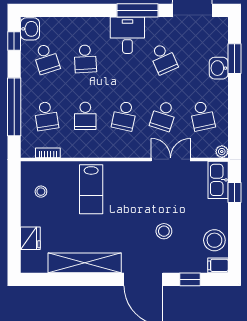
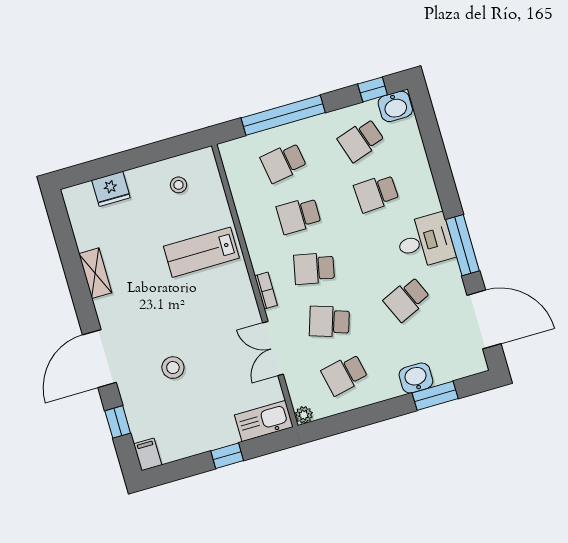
bookcase: (48, 153) -> (266, 291), moved
double door: (171, 159) -> (273, 348), swing flipped
window: (235, 193) -> (227, 456), moved
stool: (214, 240) -> (180, 440), removed
shelving: (85, 263) -> (95, 273), width x0.45, depth x0.75

